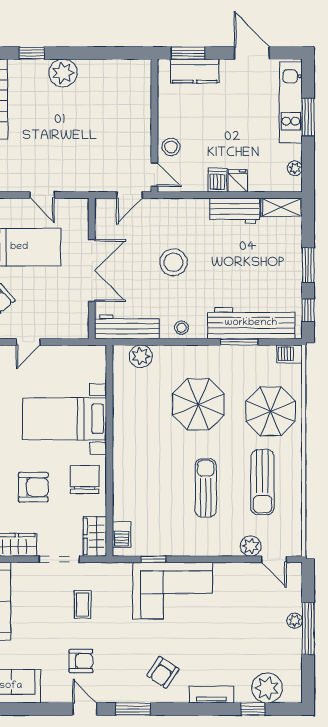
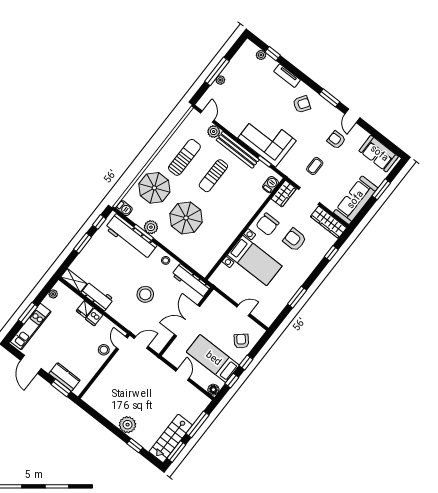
plant: (141, 356) -> (151, 227), moved
bench: (200, 547) -> (238, 150), added
plant: (267, 688) -> (261, 55), width x0.53, depth x0.53

